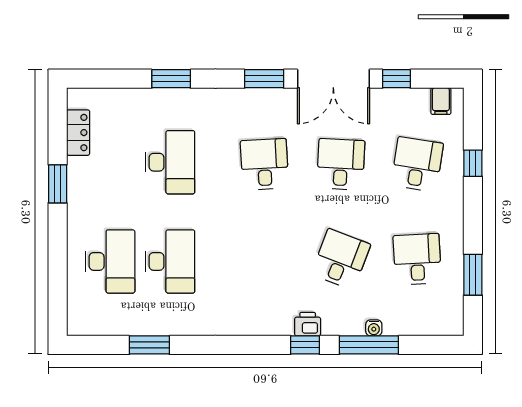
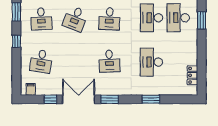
window: (473, 163) -> (16, 41), moved
desk: (341, 164) -> (109, 19), moved
window: (58, 184) -> (202, 20), moved

